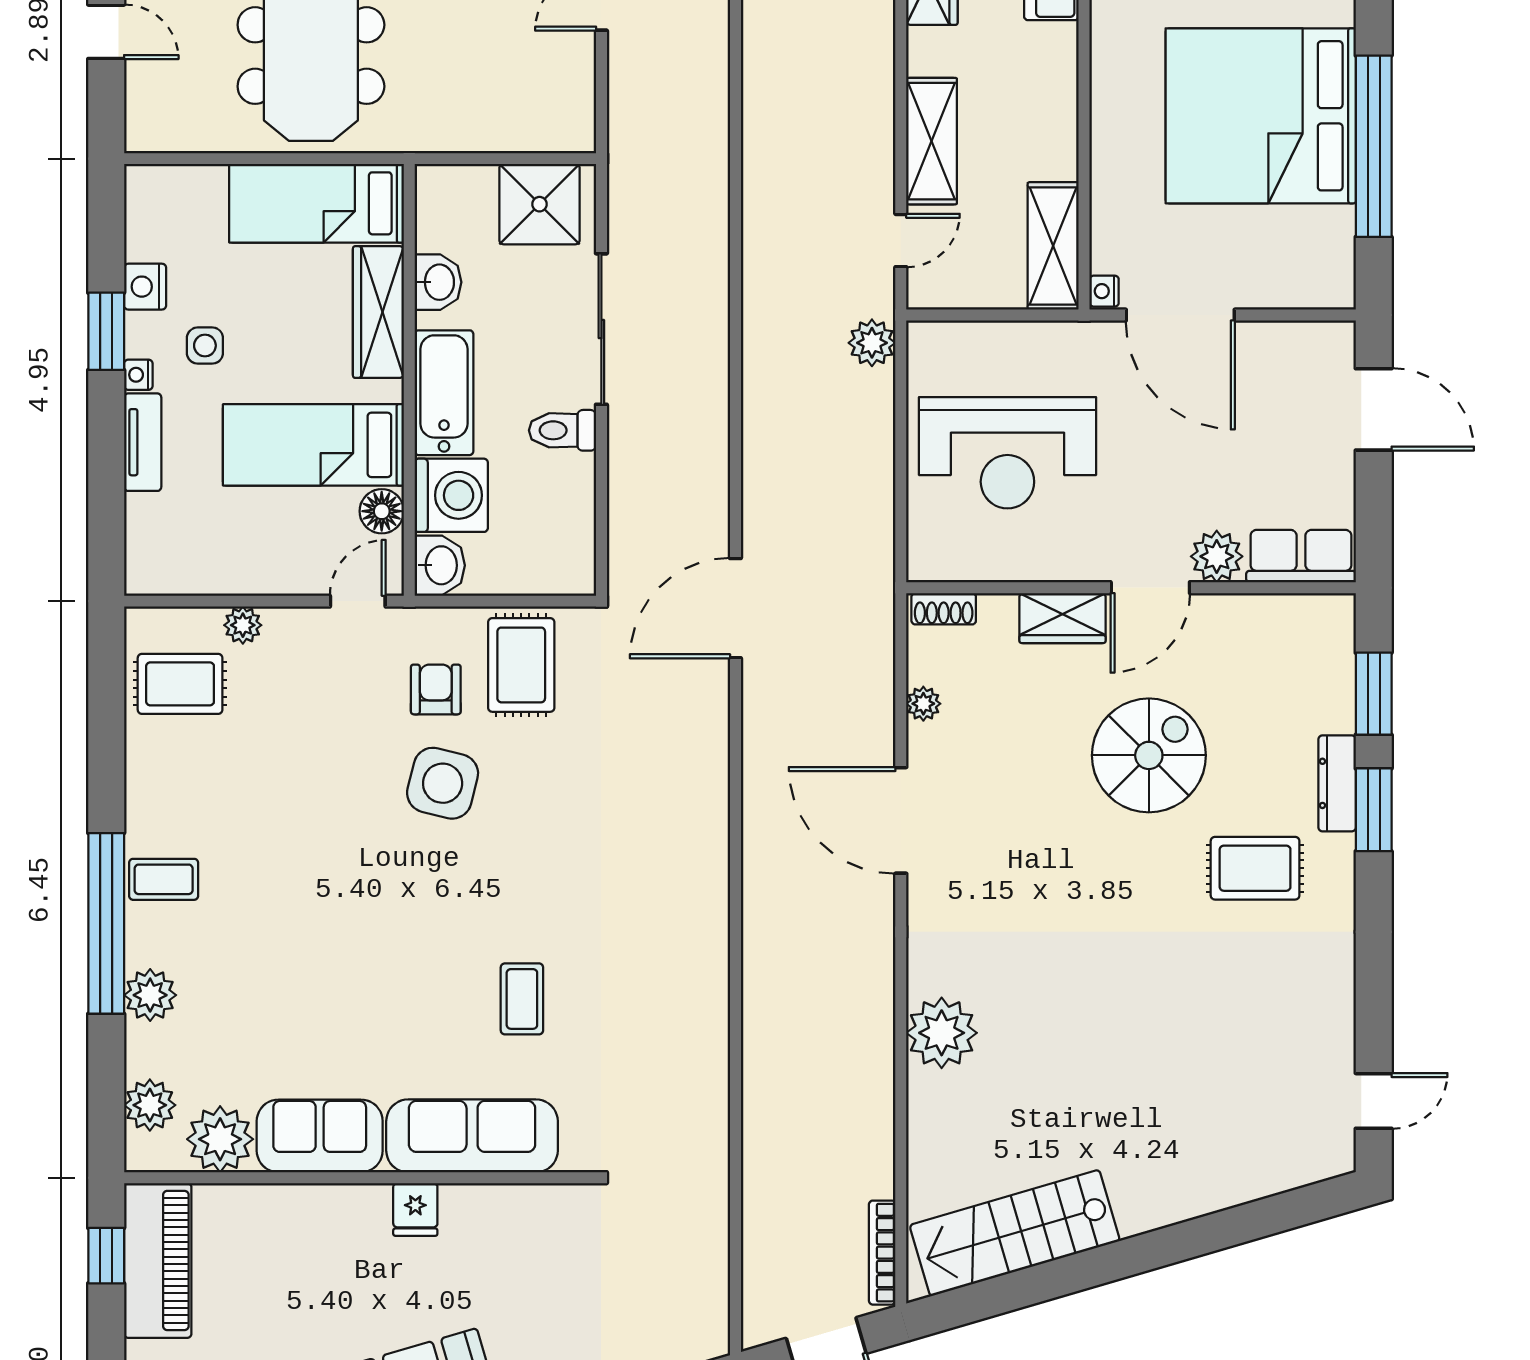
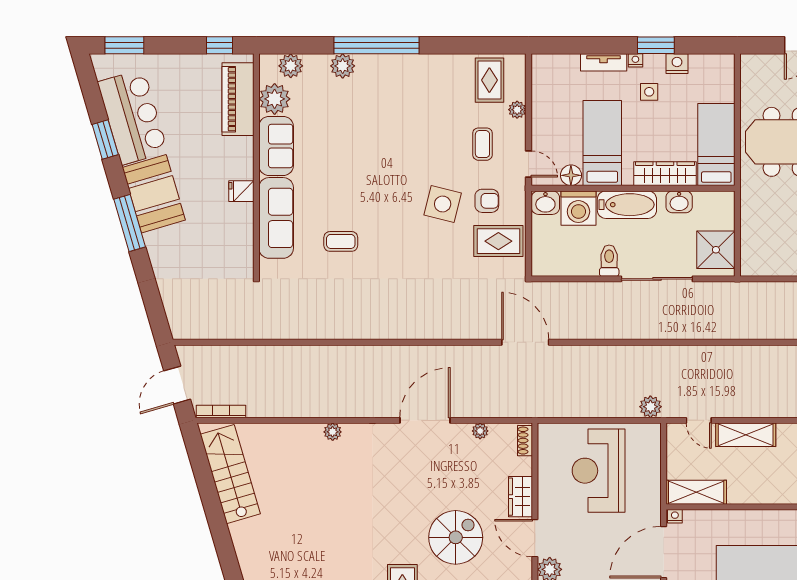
spiral stairs: (1149, 755) -> (456, 537), turned -90
coffee table: (164, 879) -> (482, 144), moved
plant: (942, 1033) -> (333, 432), width x0.53, depth x0.53
piano: (158, 1260) -> (238, 99), moved, turned 90

